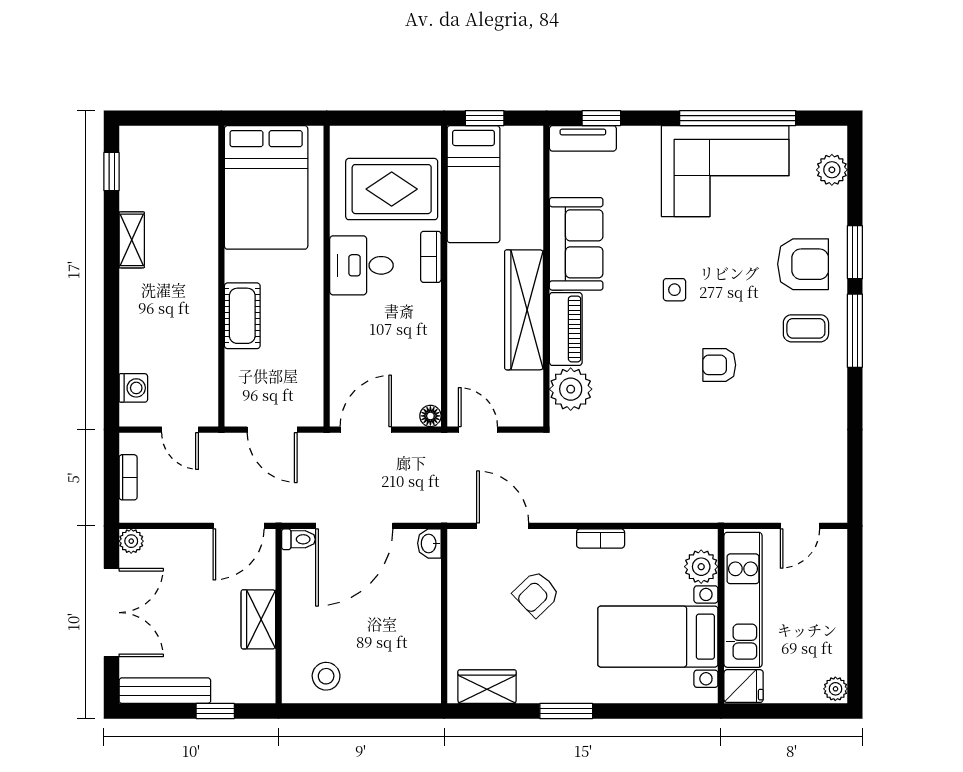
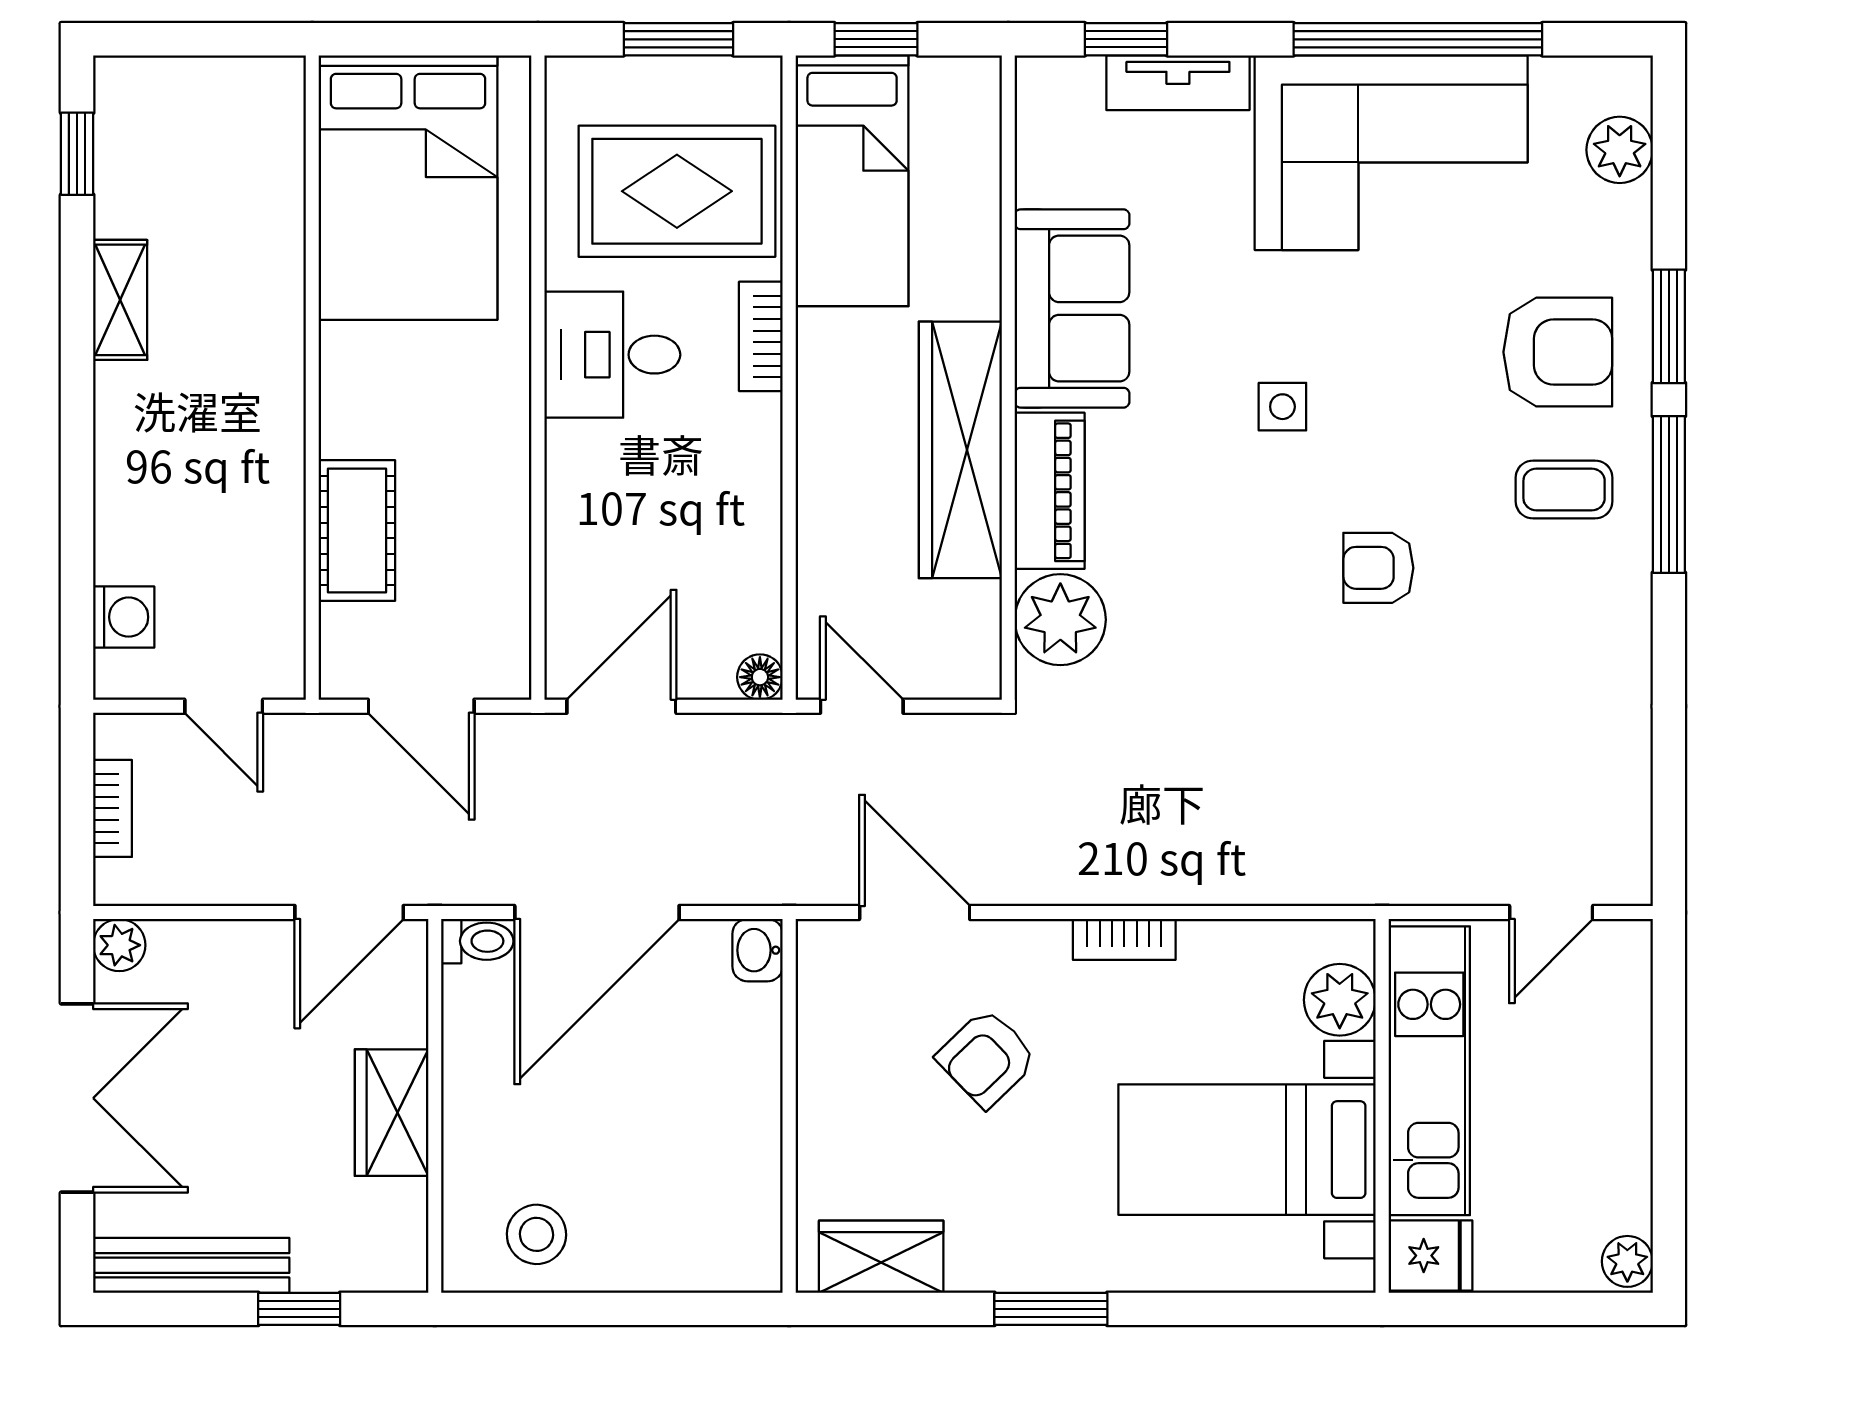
window: (392, 118) -> (678, 39), added
tv unit: (583, 138) -> (1178, 83), moved
cot: (242, 316) -> (357, 530), moved

